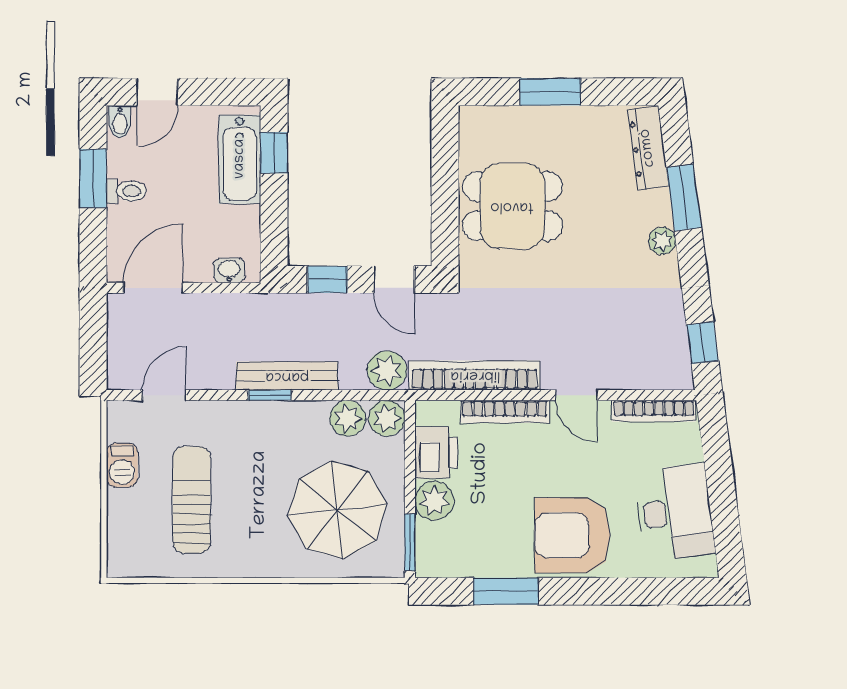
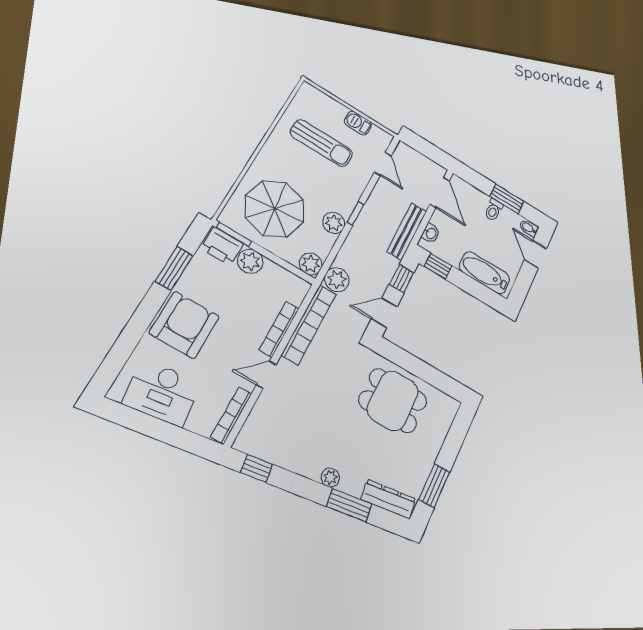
window: (550, 92) -> (434, 486), moved
window: (274, 153) -> (438, 266), moved
dining table: (512, 206) -> (393, 401), turned 90
bench: (287, 376) -> (407, 231), moved
plant: (348, 418) -> (334, 223), moved
printer: (436, 453) -> (222, 246), moved

